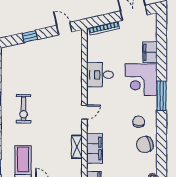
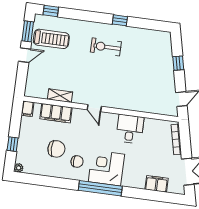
filing cabinet: (150, 52) -> (157, 184), moved
corner desk: (141, 80) -> (106, 168), moved
window: (161, 96) -> (100, 188), width x1.46
chair: (145, 144) -> (56, 149), moved, turned 105

